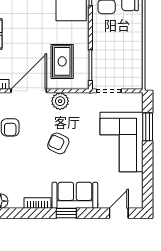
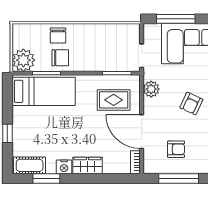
plant: (60, 101) -> (151, 89), moved
window: (148, 127) -> (176, 19), width x1.44

